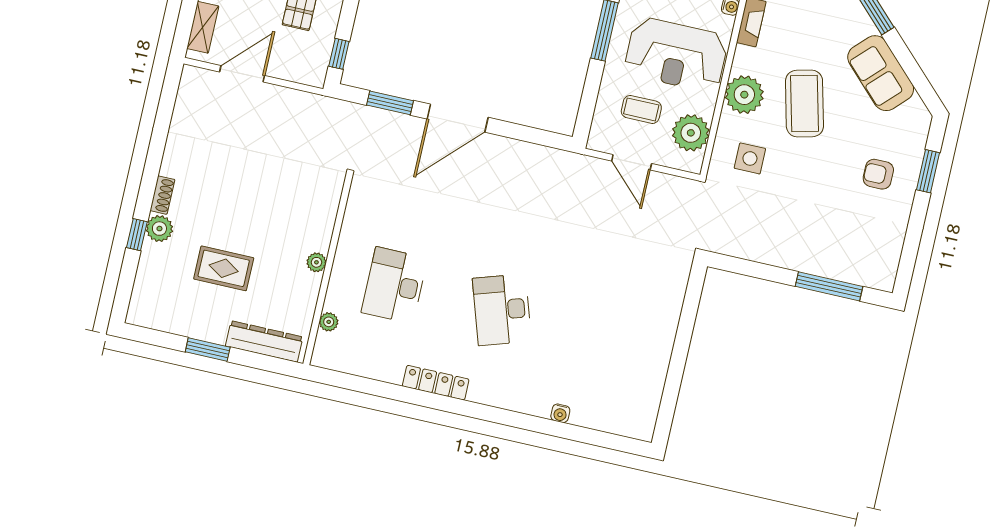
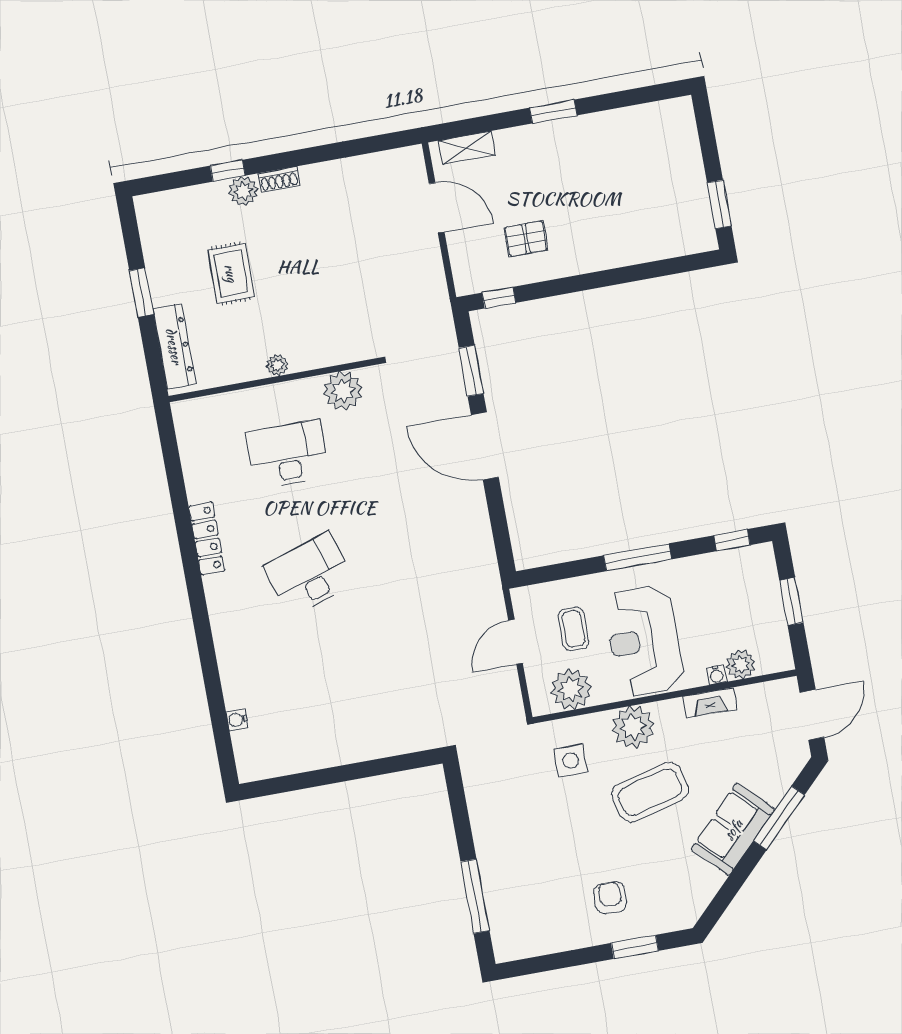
sofa: (881, 73) -> (733, 829), moved
plant: (329, 322) -> (343, 391), moved, width x1.87, depth x1.87
water cooler: (560, 413) -> (237, 720), moved

